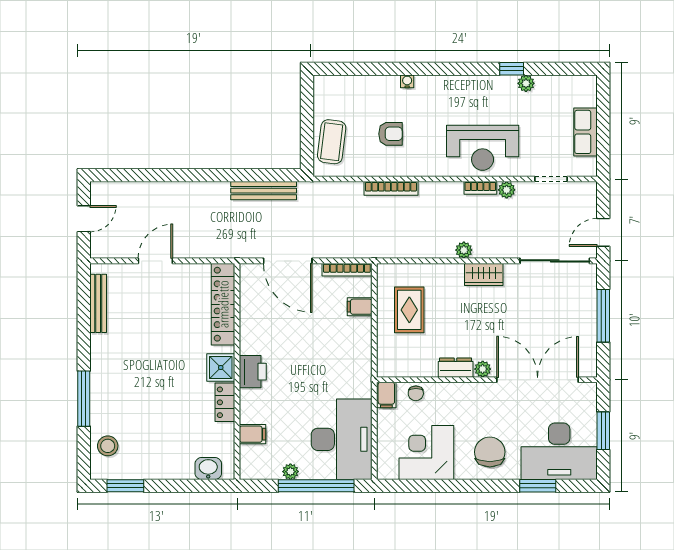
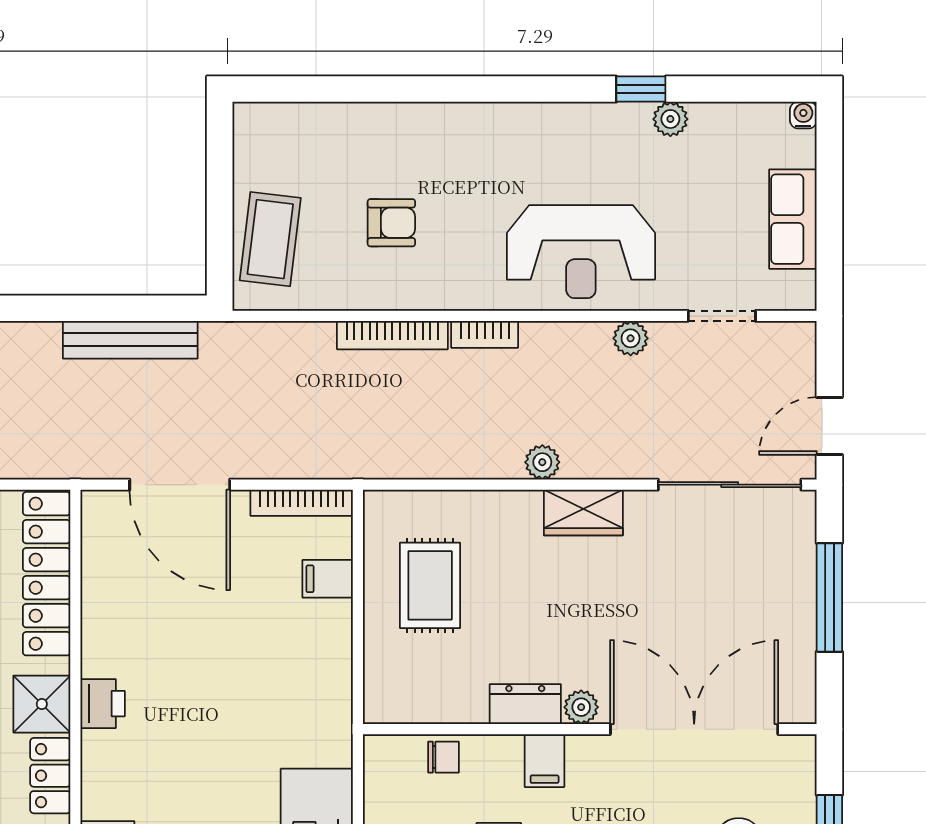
water cooler: (407, 81) -> (803, 115), moved
bookcase: (480, 188) -> (485, 334), moved
printer: (253, 372) -> (103, 704), width x0.73, depth x0.81
chair: (416, 393) -> (443, 757), turned -90
filing cabinet: (386, 395) -> (545, 761), moved

